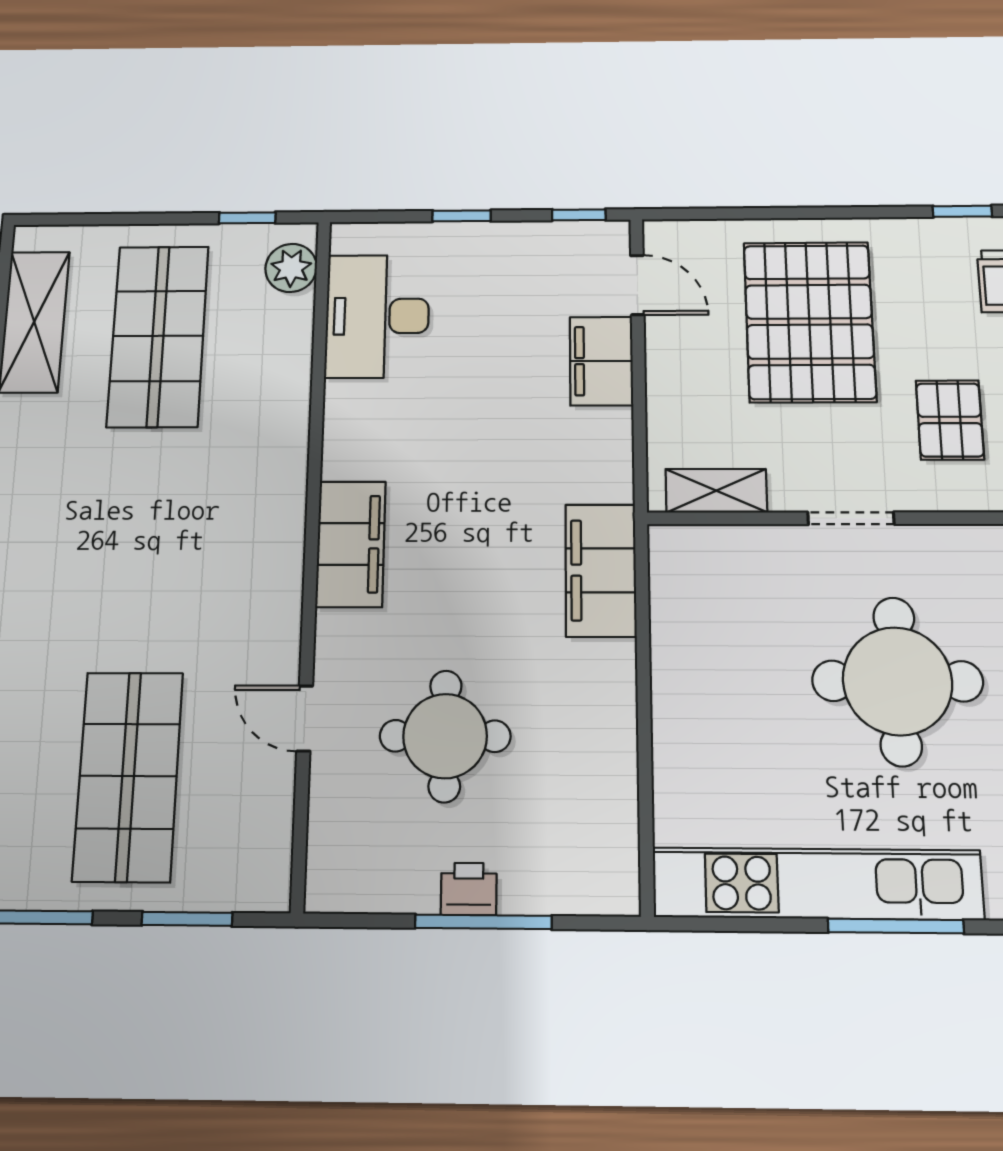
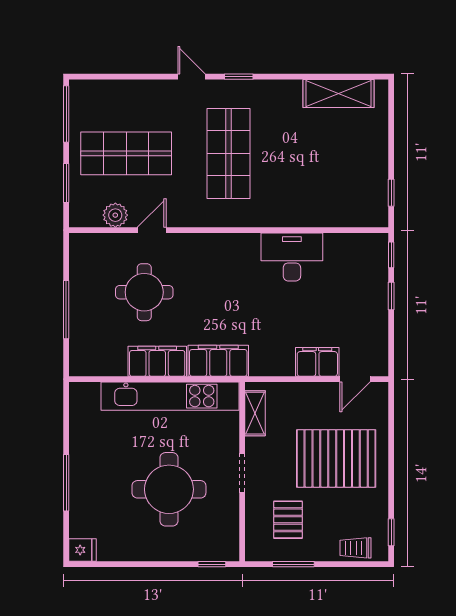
window: (579, 215) -> (391, 255), moved
plant: (291, 268) -> (115, 215), moved
desk: (377, 316) -> (292, 257), moved
shop shelf: (158, 336) -> (229, 153), moved, turned 90
pallet: (950, 420) -> (288, 520), turned 90
filing cabinet: (351, 544) -> (157, 361), moved, turned 180
kitchen unit: (817, 884) -> (170, 396), moved, turned 90
printer: (469, 889) -> (80, 303), removed

